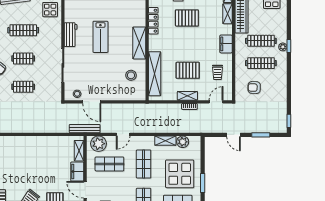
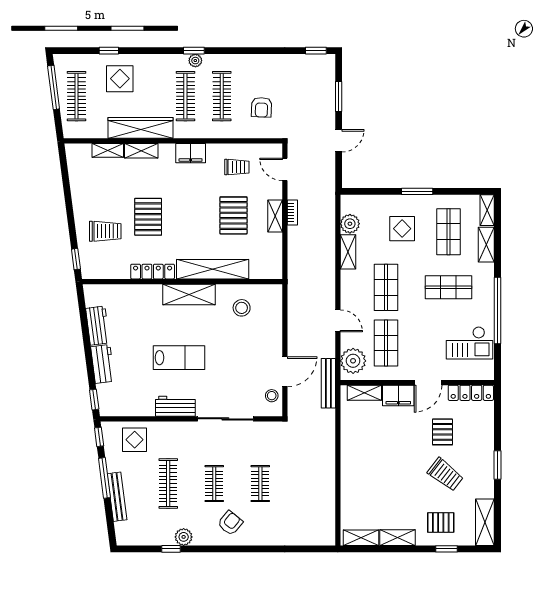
shelving: (155, 74) -> (213, 269), moved
shop shelf: (144, 164) -> (386, 287), turned 90
display table: (180, 174) -> (402, 229), width x0.54, depth x0.54

